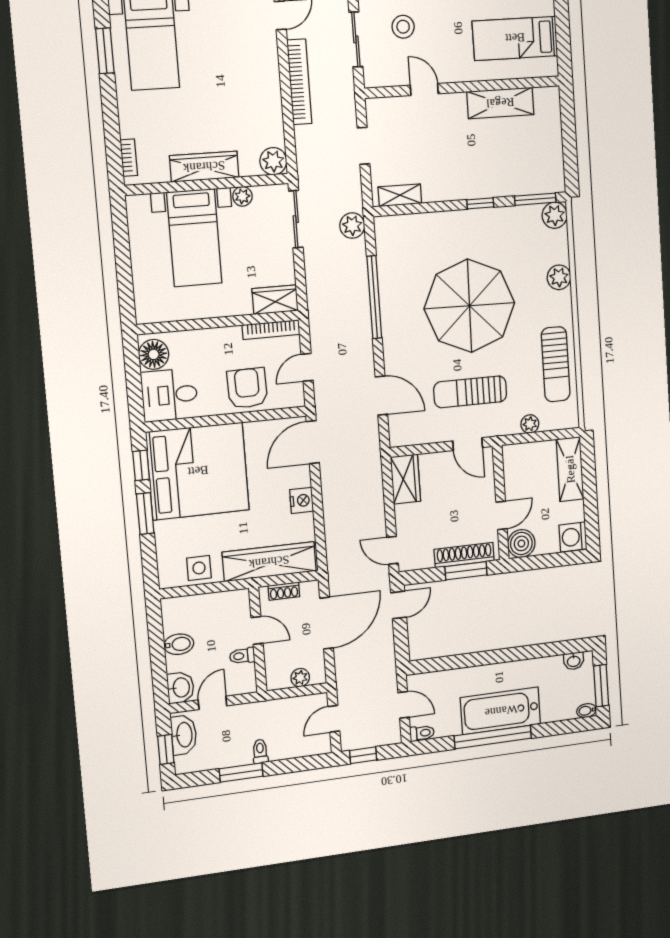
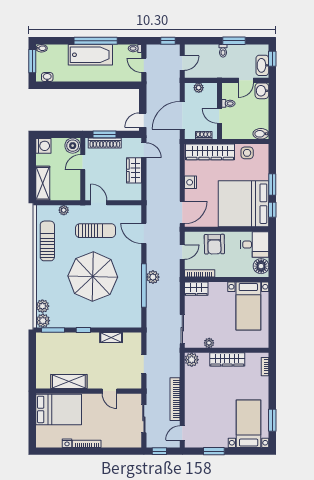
stool: (403, 27) -> (118, 424), removed
bed: (515, 38) -> (59, 409), width x1.50
shelving: (400, 195) -> (111, 337), moved
plant: (352, 226) -> (153, 277), moved
bed with nightstands: (194, 238) -> (248, 306), moved, turned 180
plant: (559, 277) -> (42, 306), moved
wardrobe: (405, 479) -> (134, 170), moved
bidet: (179, 644) -> (261, 134), moved

